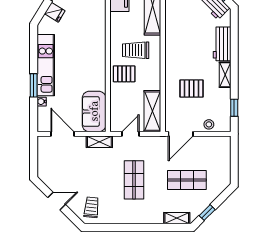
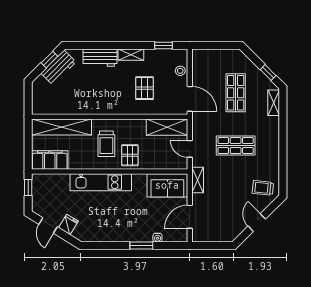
kitchen unit: (46, 65) -> (101, 182), moved, turned 180

